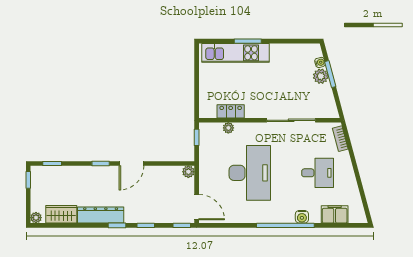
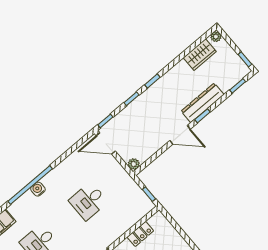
plant: (228, 128) -> (132, 221), removed
door: (132, 163) -> (180, 135), swing flipped
desk: (250, 173) -> (88, 201), width x0.53, depth x0.77
dresser: (101, 215) -> (203, 103), moved, turned 180
water cooler: (302, 217) -> (38, 189), moved

